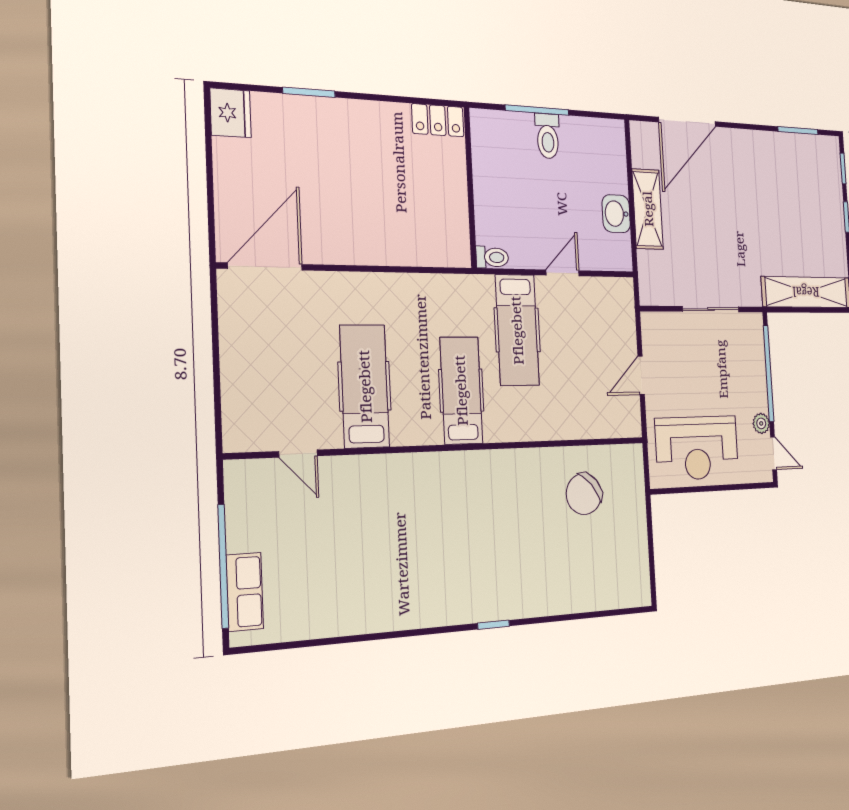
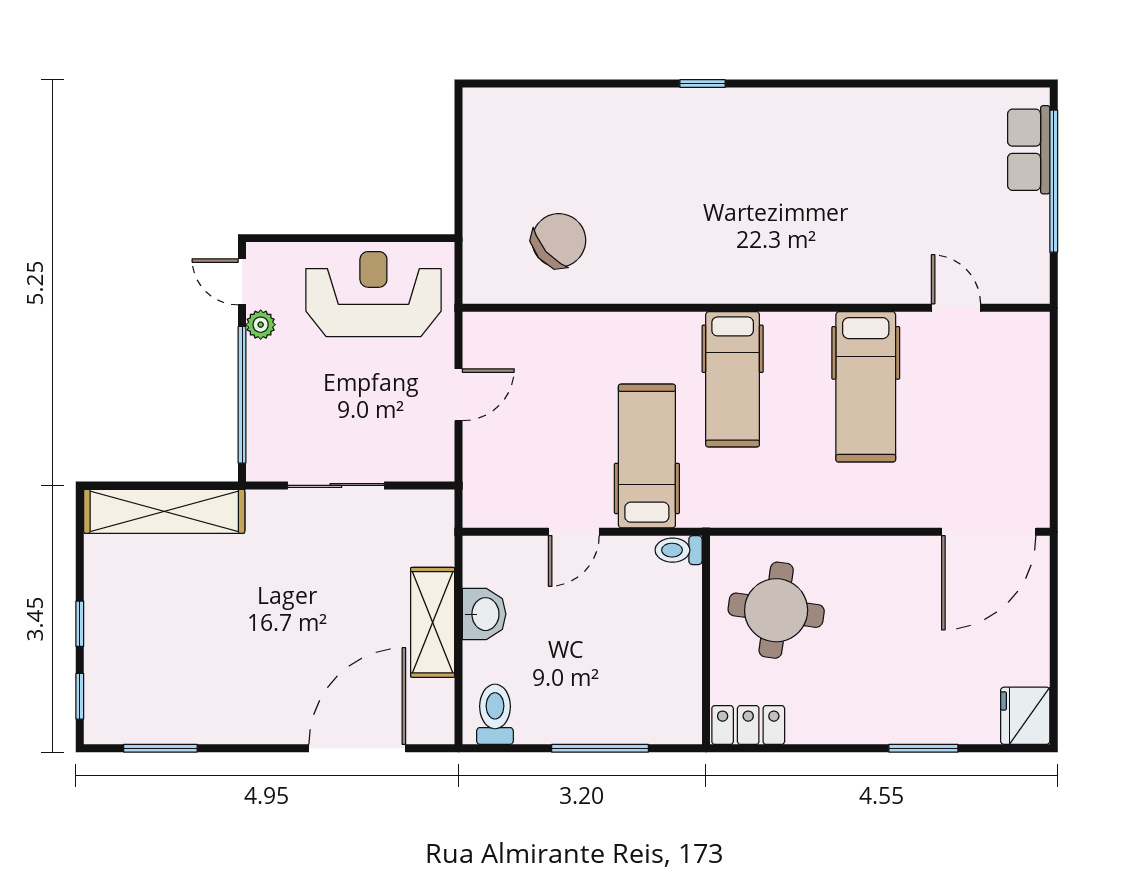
toilet: (548, 136) -> (495, 714), moved
round table: (422, 208) -> (776, 610), added

